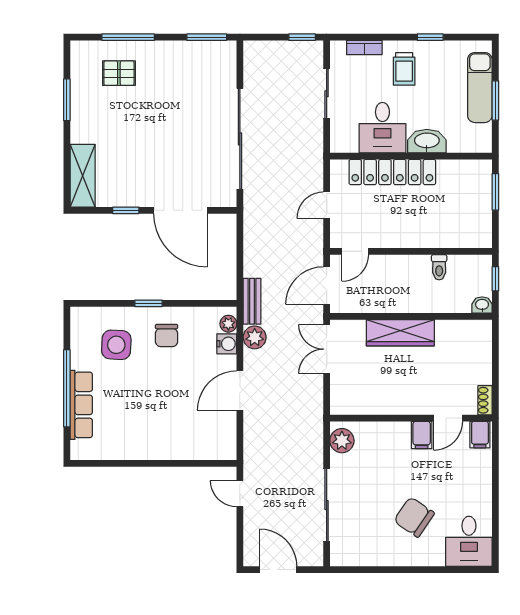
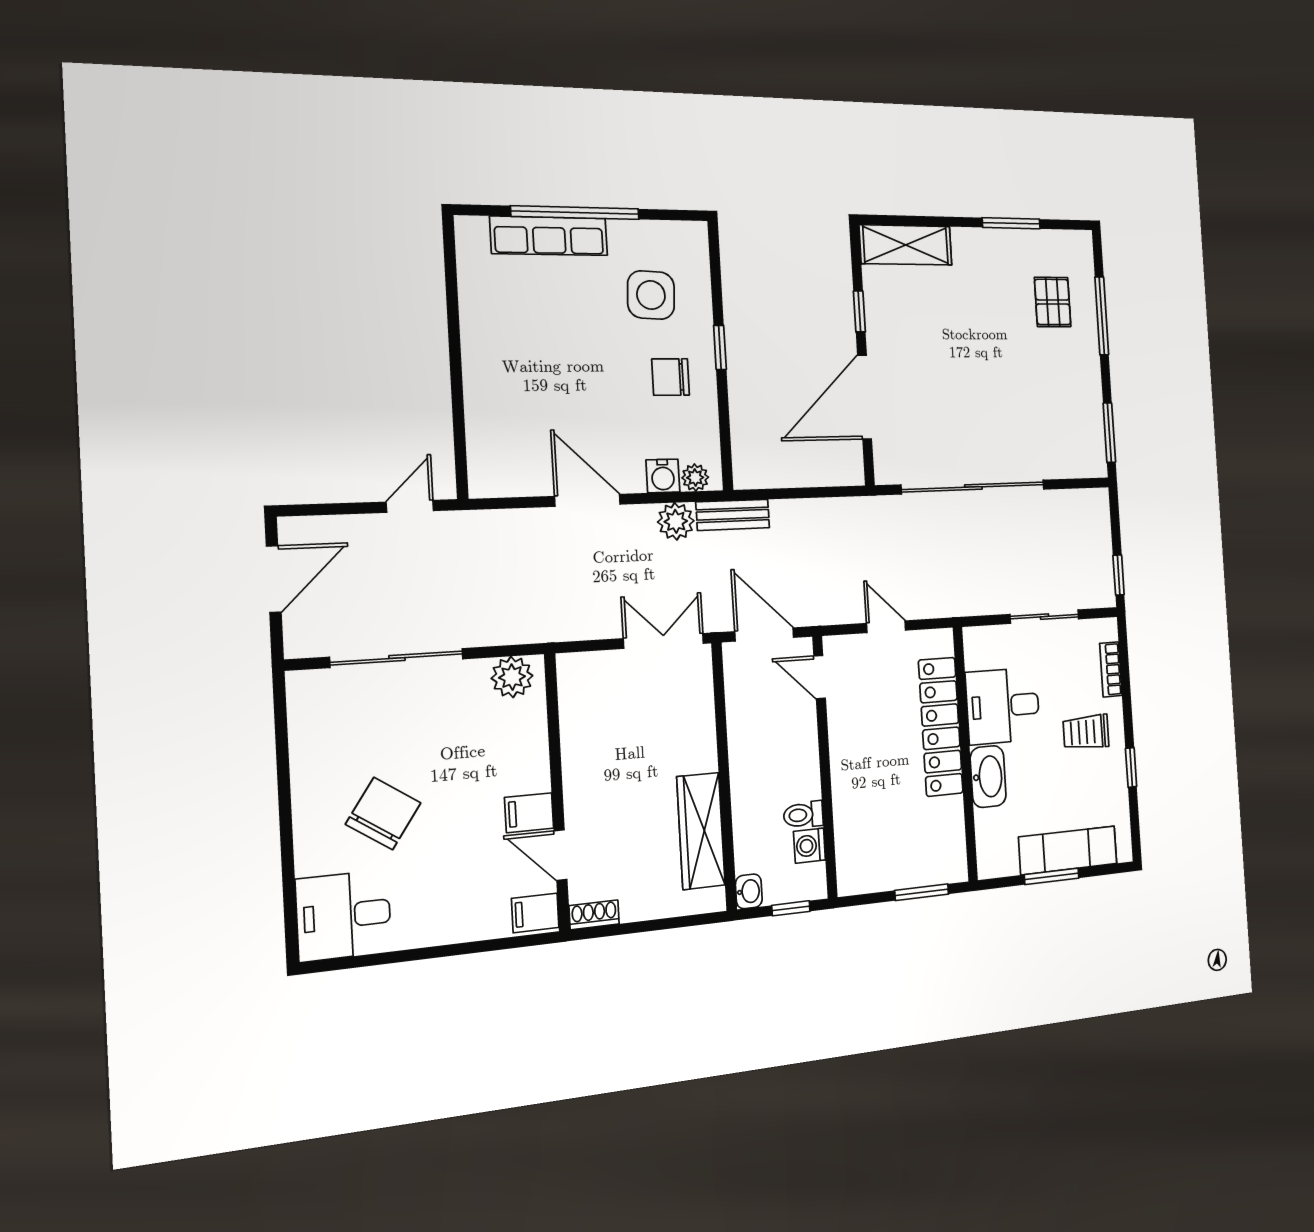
washing machine: (458, 264) -> (810, 846), added
wardrobe: (400, 333) -> (701, 831), moved

